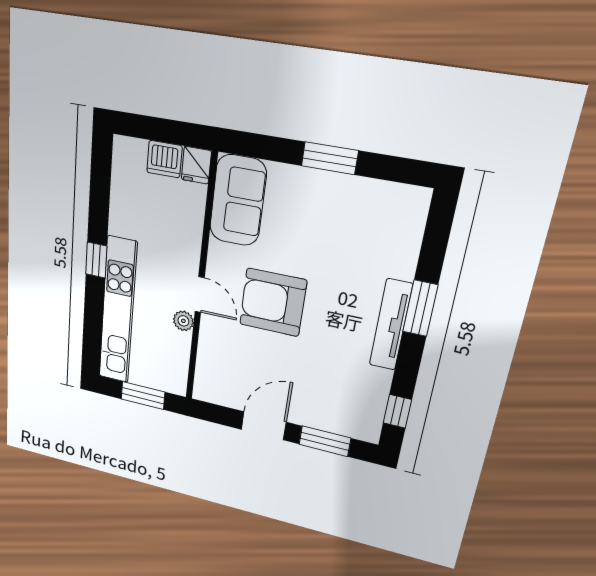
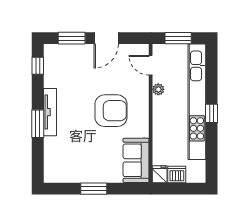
door: (200, 295) -> (151, 65), moved
kitchen unit: (118, 311) -> (197, 102), width x1.36

